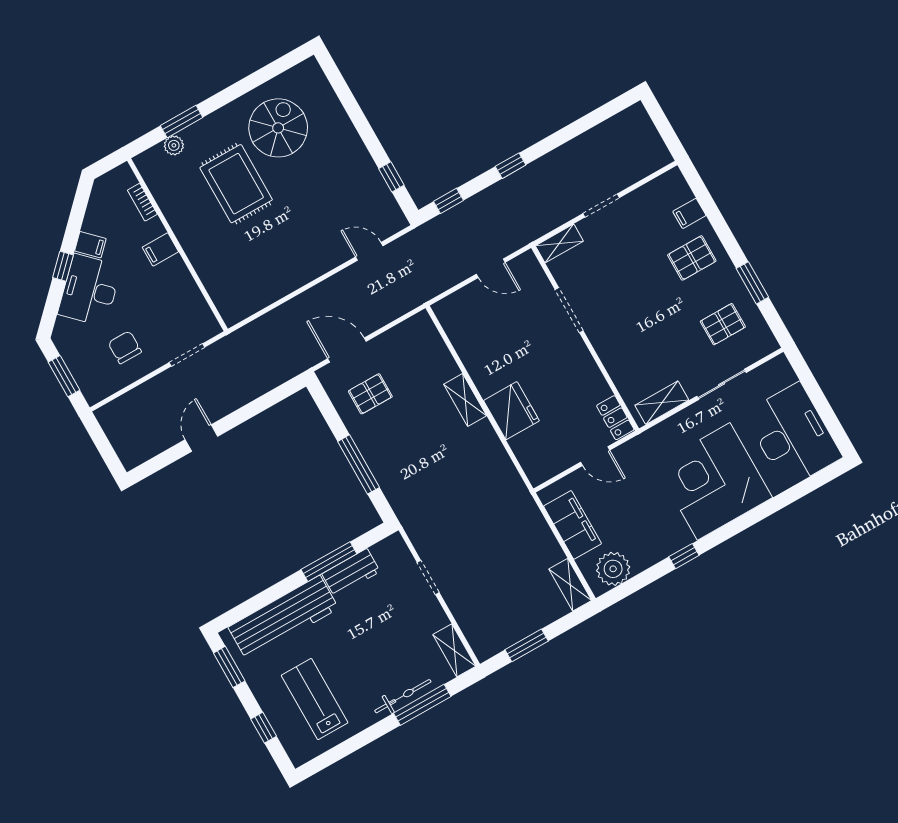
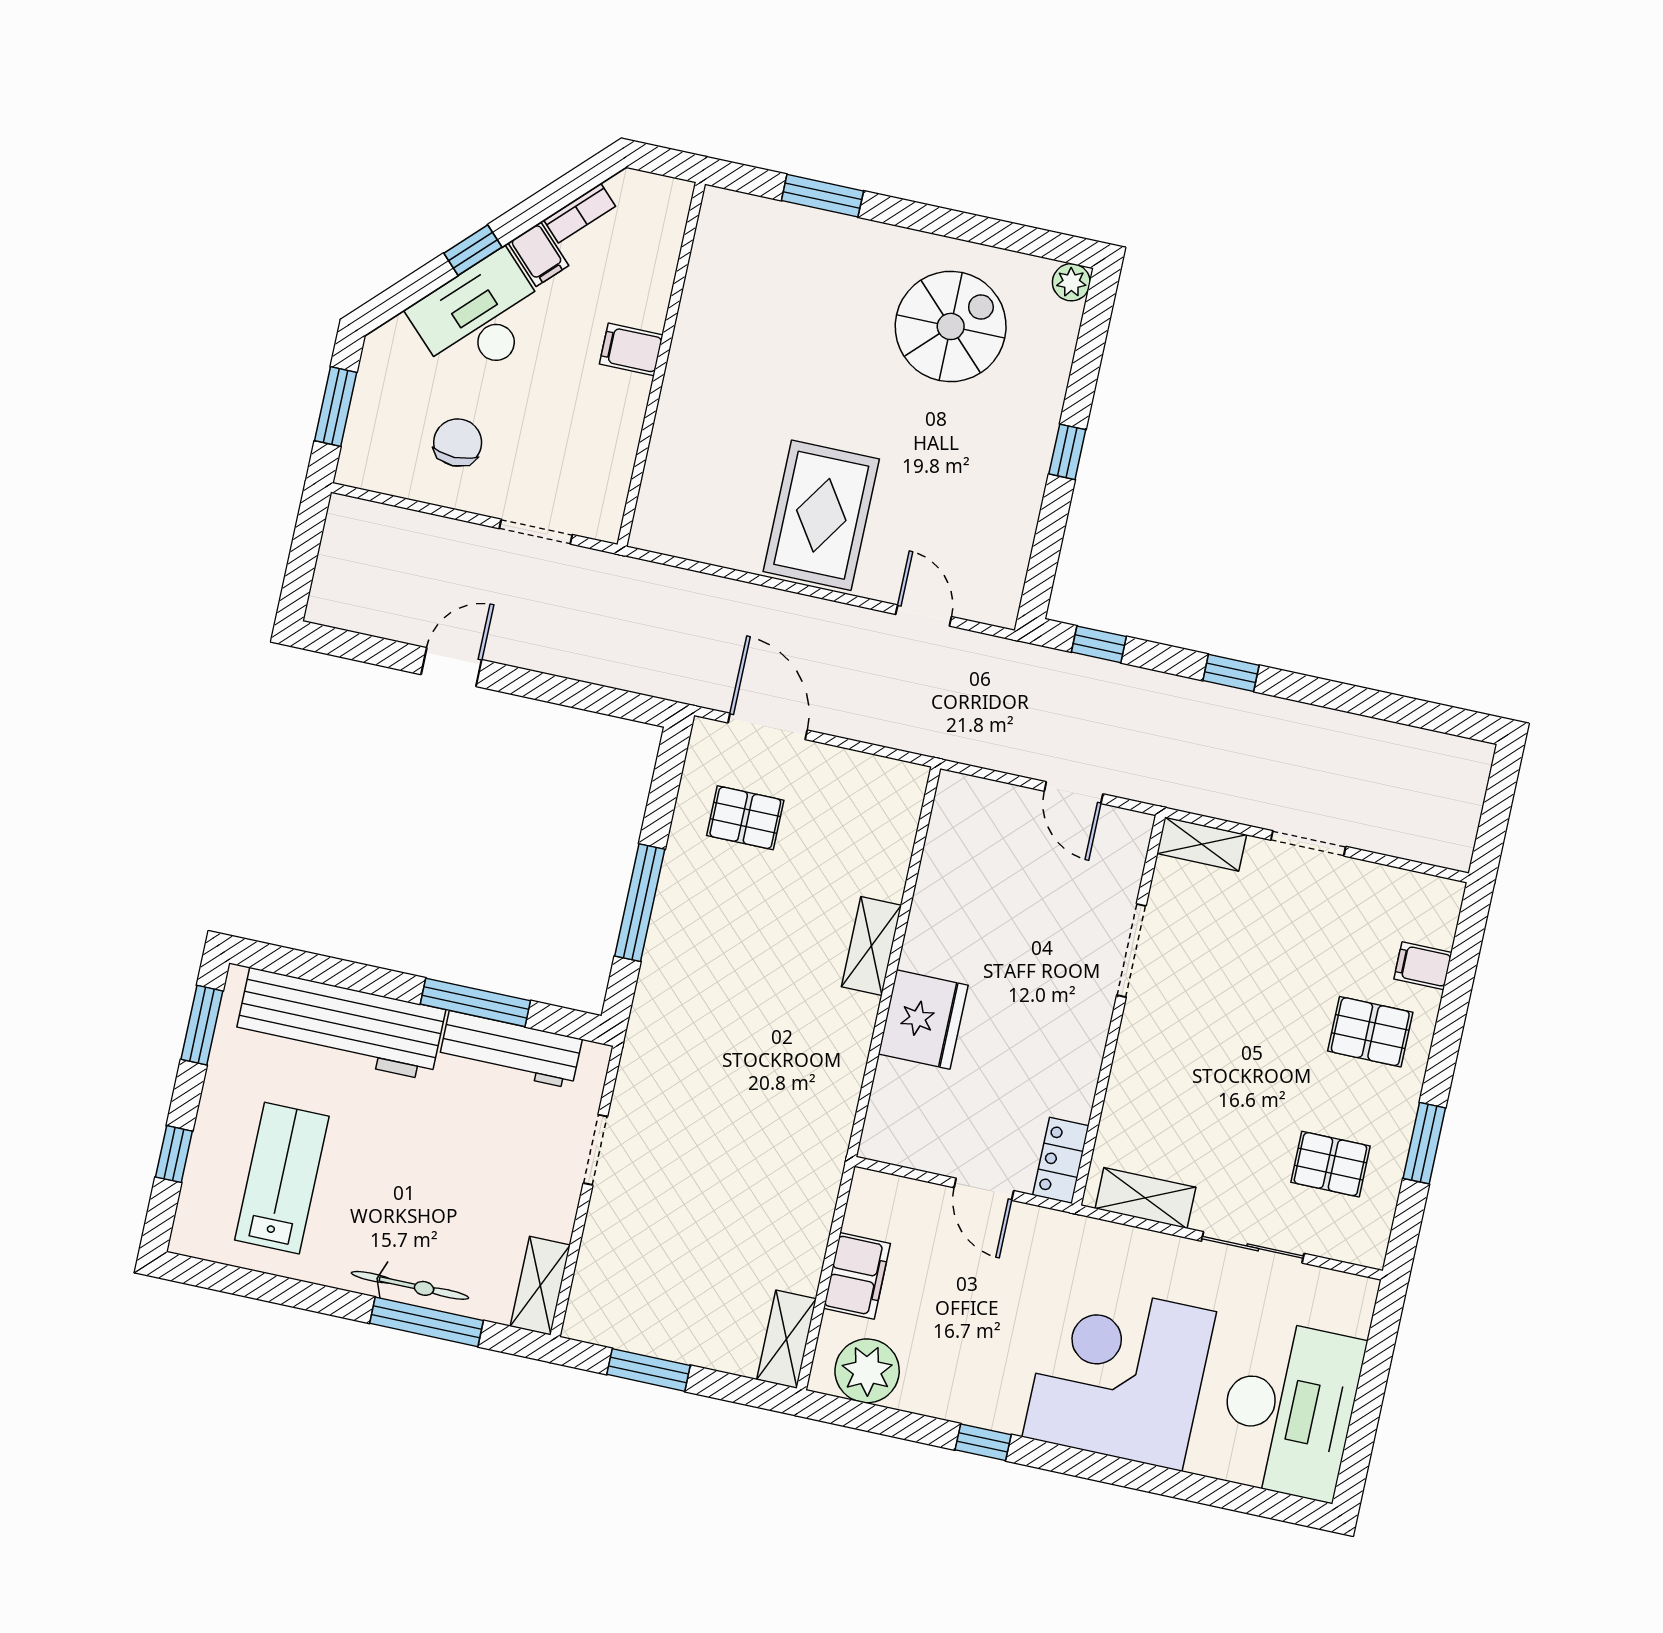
plant: (174, 145) -> (1071, 282), moved
window: (391, 177) -> (1067, 452), moved
rug: (236, 184) -> (821, 515), moved
bookcase: (142, 202) -> (580, 213), moved, turned -135
filing cabinet: (573, 525) -> (857, 1276), width x0.67, depth x0.86
workbench: (351, 573) -> (510, 1050), width x1.38

